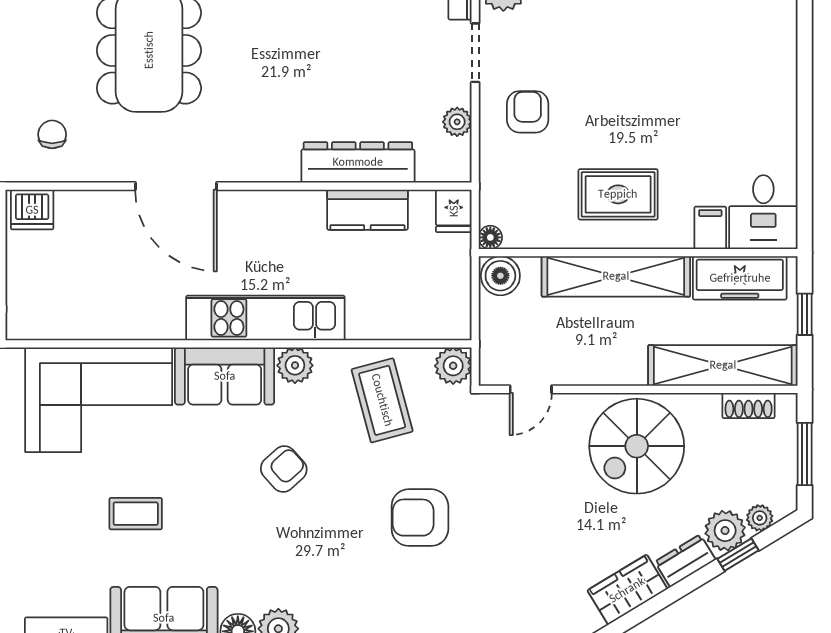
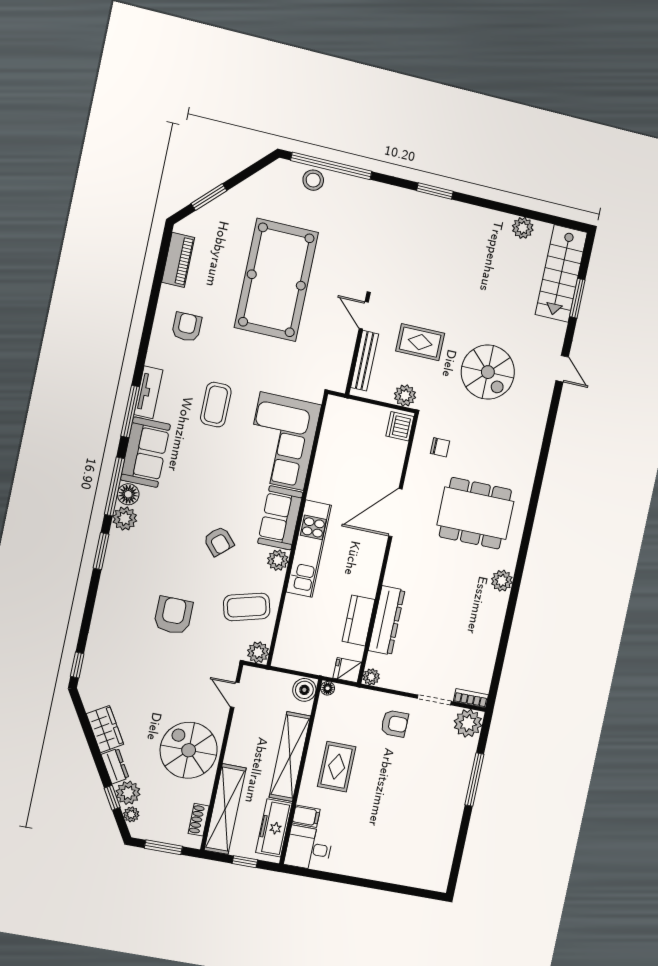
plant: (457, 122) -> (371, 677), moved
coffee table: (136, 514) -> (216, 405), moved, width x1.36, depth x1.30

